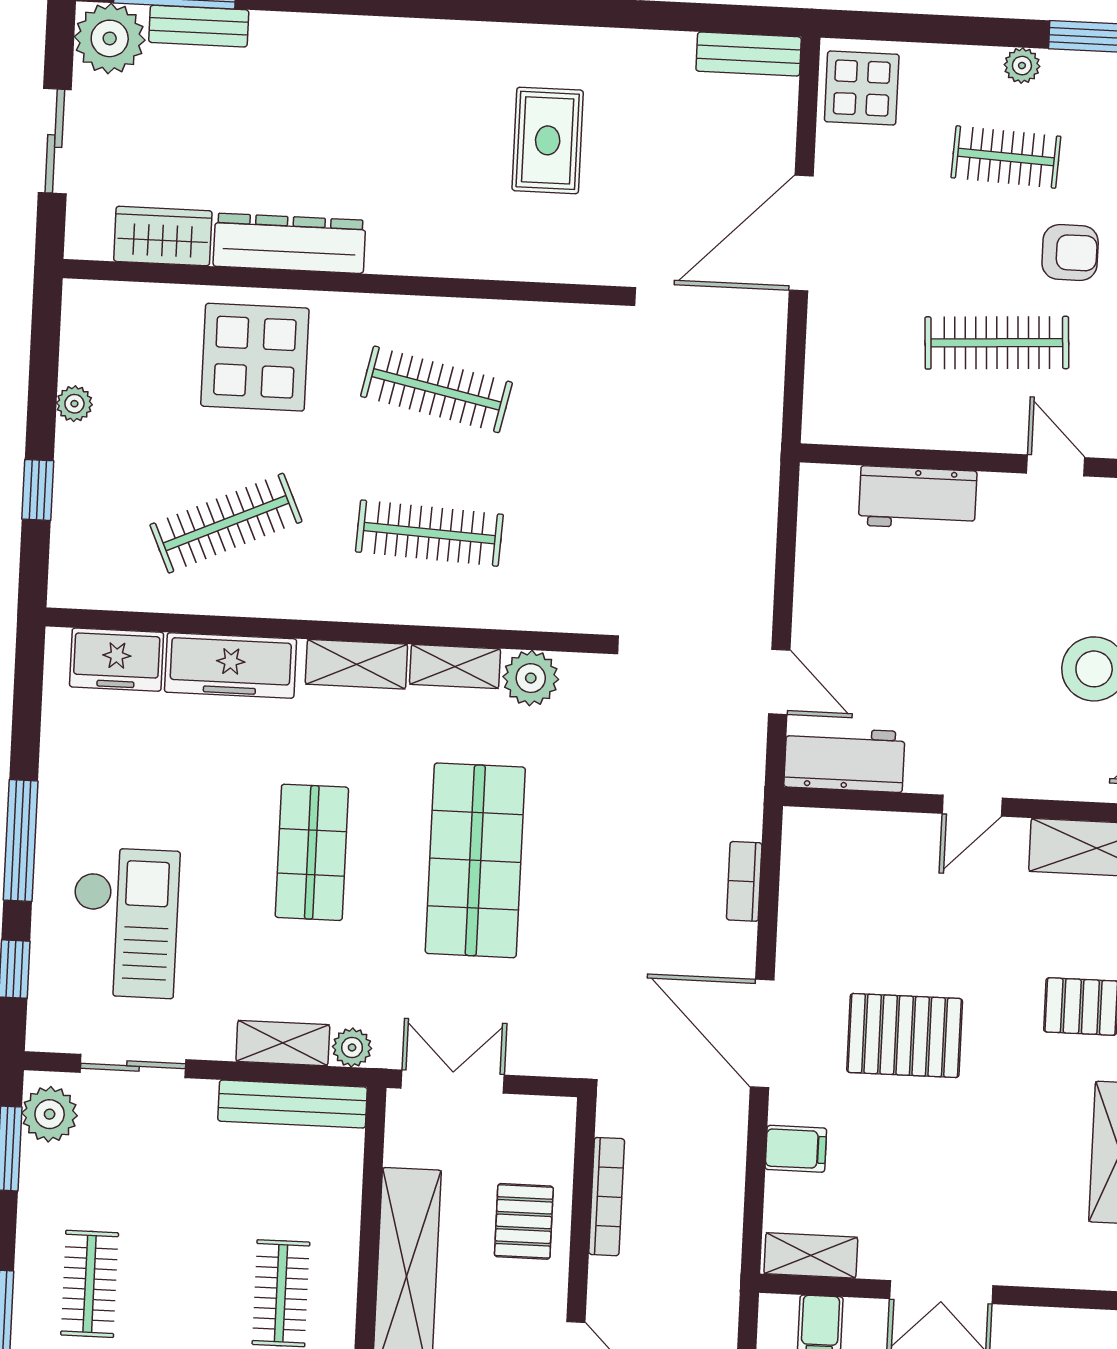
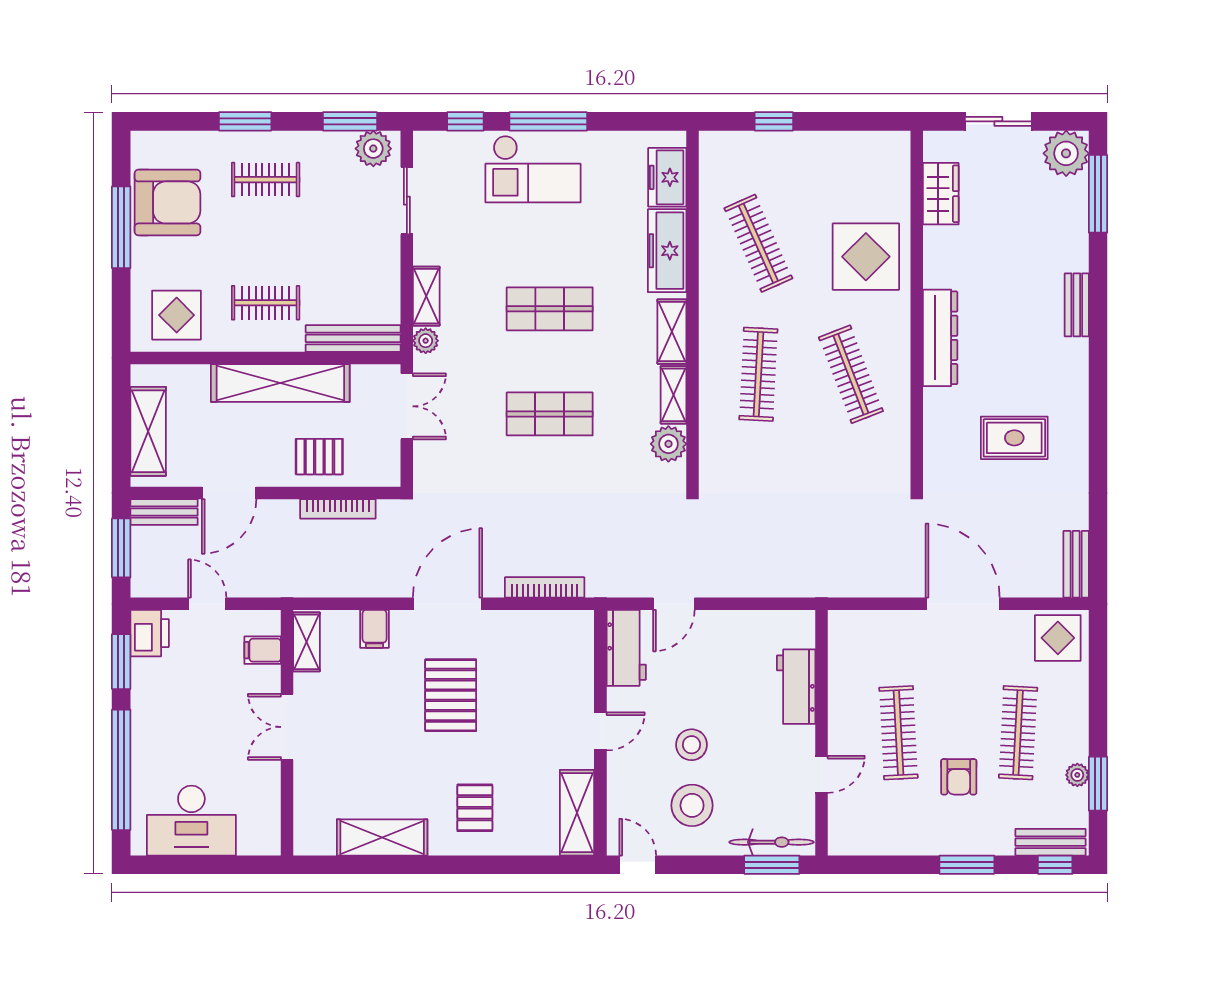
bench: (199, 26) -> (1077, 305), moved
plant: (1022, 66) -> (1077, 775), moved
clothes rail: (1006, 157) -> (1018, 733), width x1.36
dresser: (289, 243) -> (940, 338), moved
clothes rail: (436, 389) -> (851, 374), turned -33
plant: (74, 404) -> (830, 142), removed
stool: (1000, 665) -> (691, 745), added
door: (972, 806) -> (600, 731), swing flipped
shop shelf: (475, 860) -> (550, 414), width x0.70, depth x0.74
bookcase: (744, 881) -> (545, 587), width x1.56
checkout: (125, 923) -> (533, 169), moved
bench: (293, 1104) -> (353, 338), moved, turned 90

